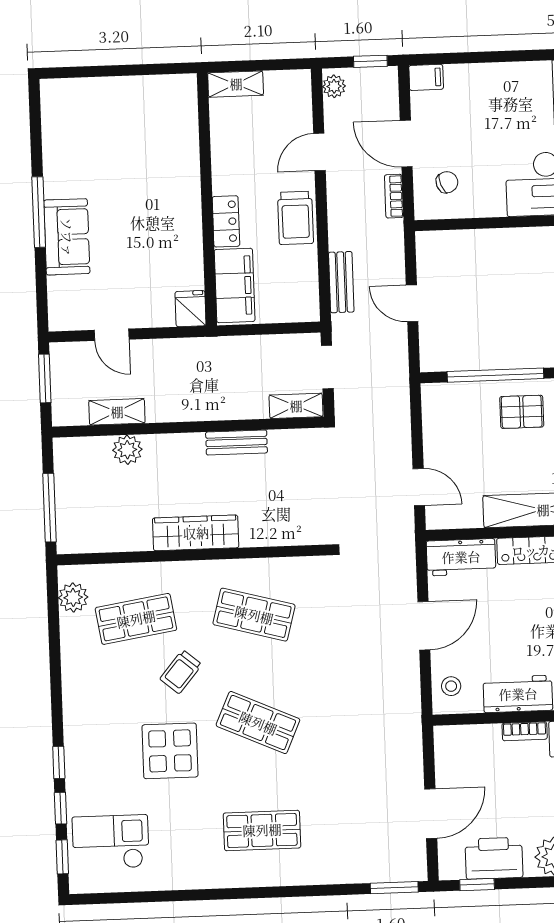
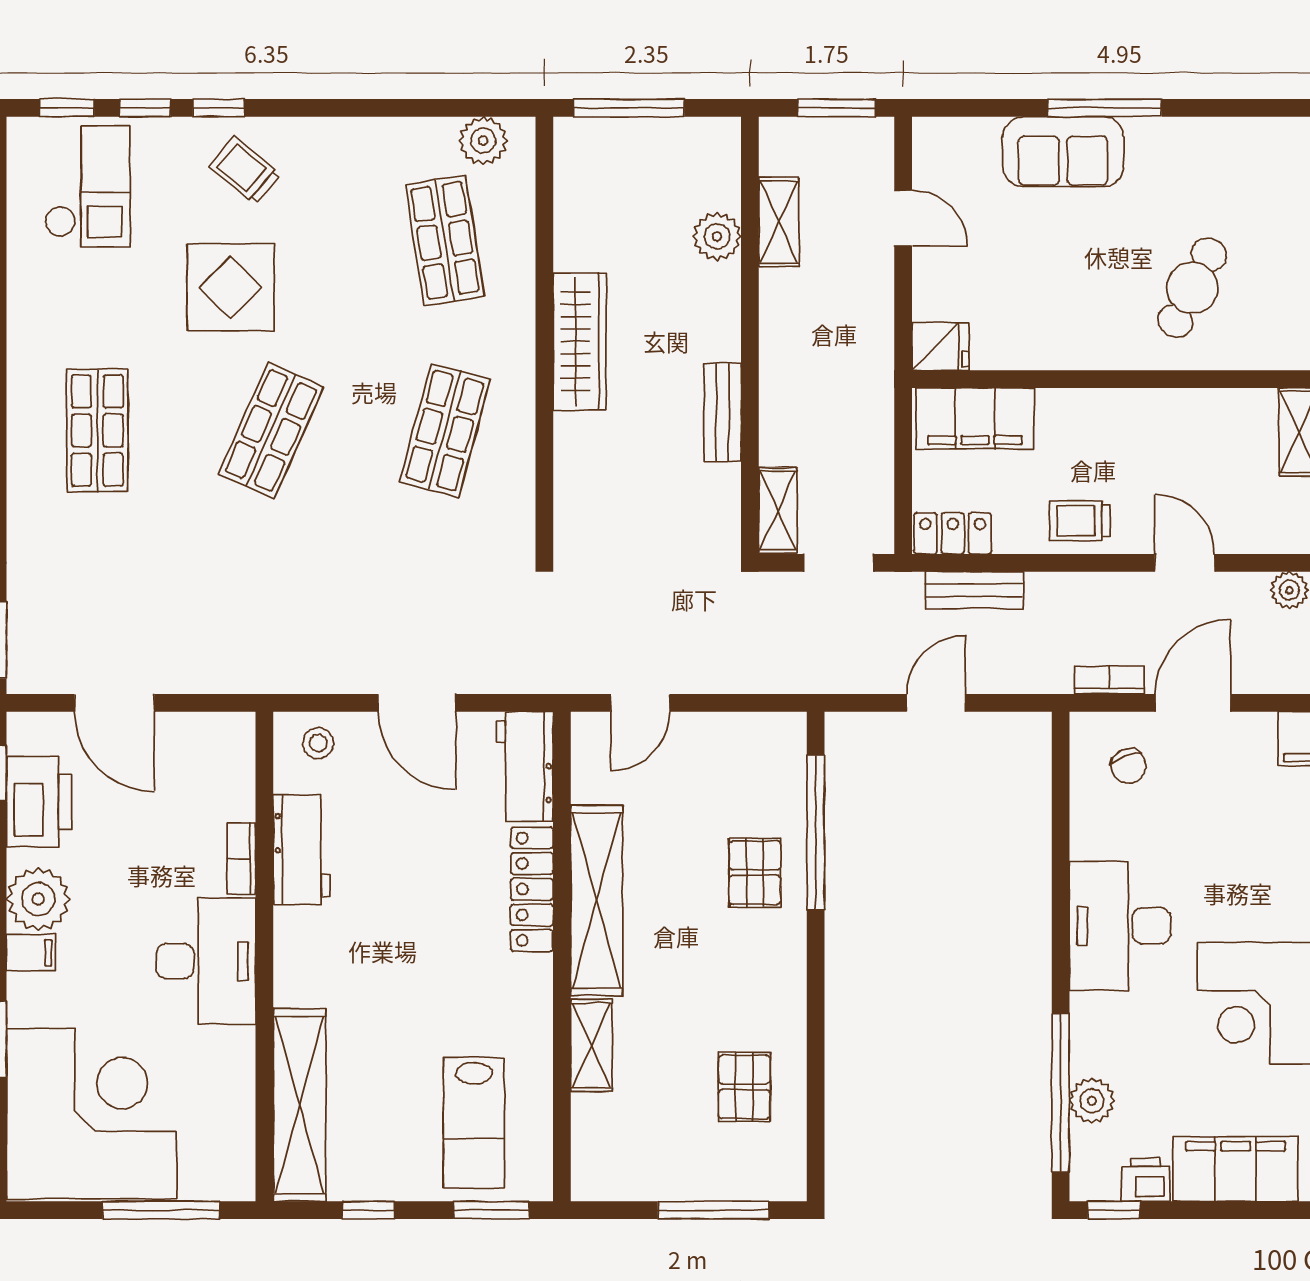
cafe table: (148, 154) -> (1192, 288), added
trolley: (296, 218) -> (1080, 520), width x0.73, depth x0.72
locker: (226, 221) -> (953, 533), moved, turned 180
door: (112, 335) -> (903, 218), swing flipped
trolley: (181, 672) -> (245, 170), moved

